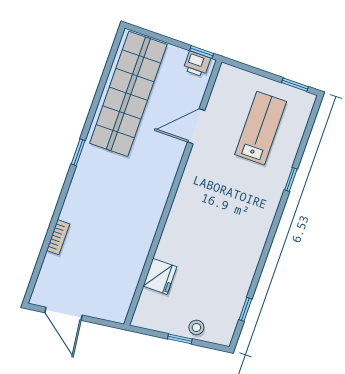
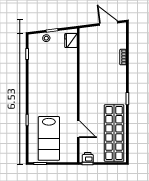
door: (196, 126) -> (78, 129), hinge flipped
lab bench: (261, 128) -> (49, 138), width x1.36, depth x1.39
fridge: (160, 276) -> (71, 41), moved

